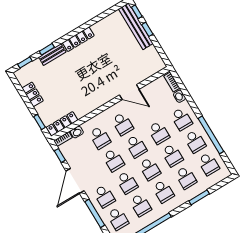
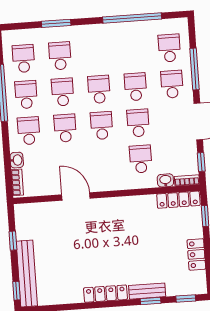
window: (147, 29) -> (13, 241), moved
school desk: (123, 124) -> (104, 162), removed
school desk: (163, 191) -> (96, 53), removed
school desk: (141, 205) -> (133, 51), removed

